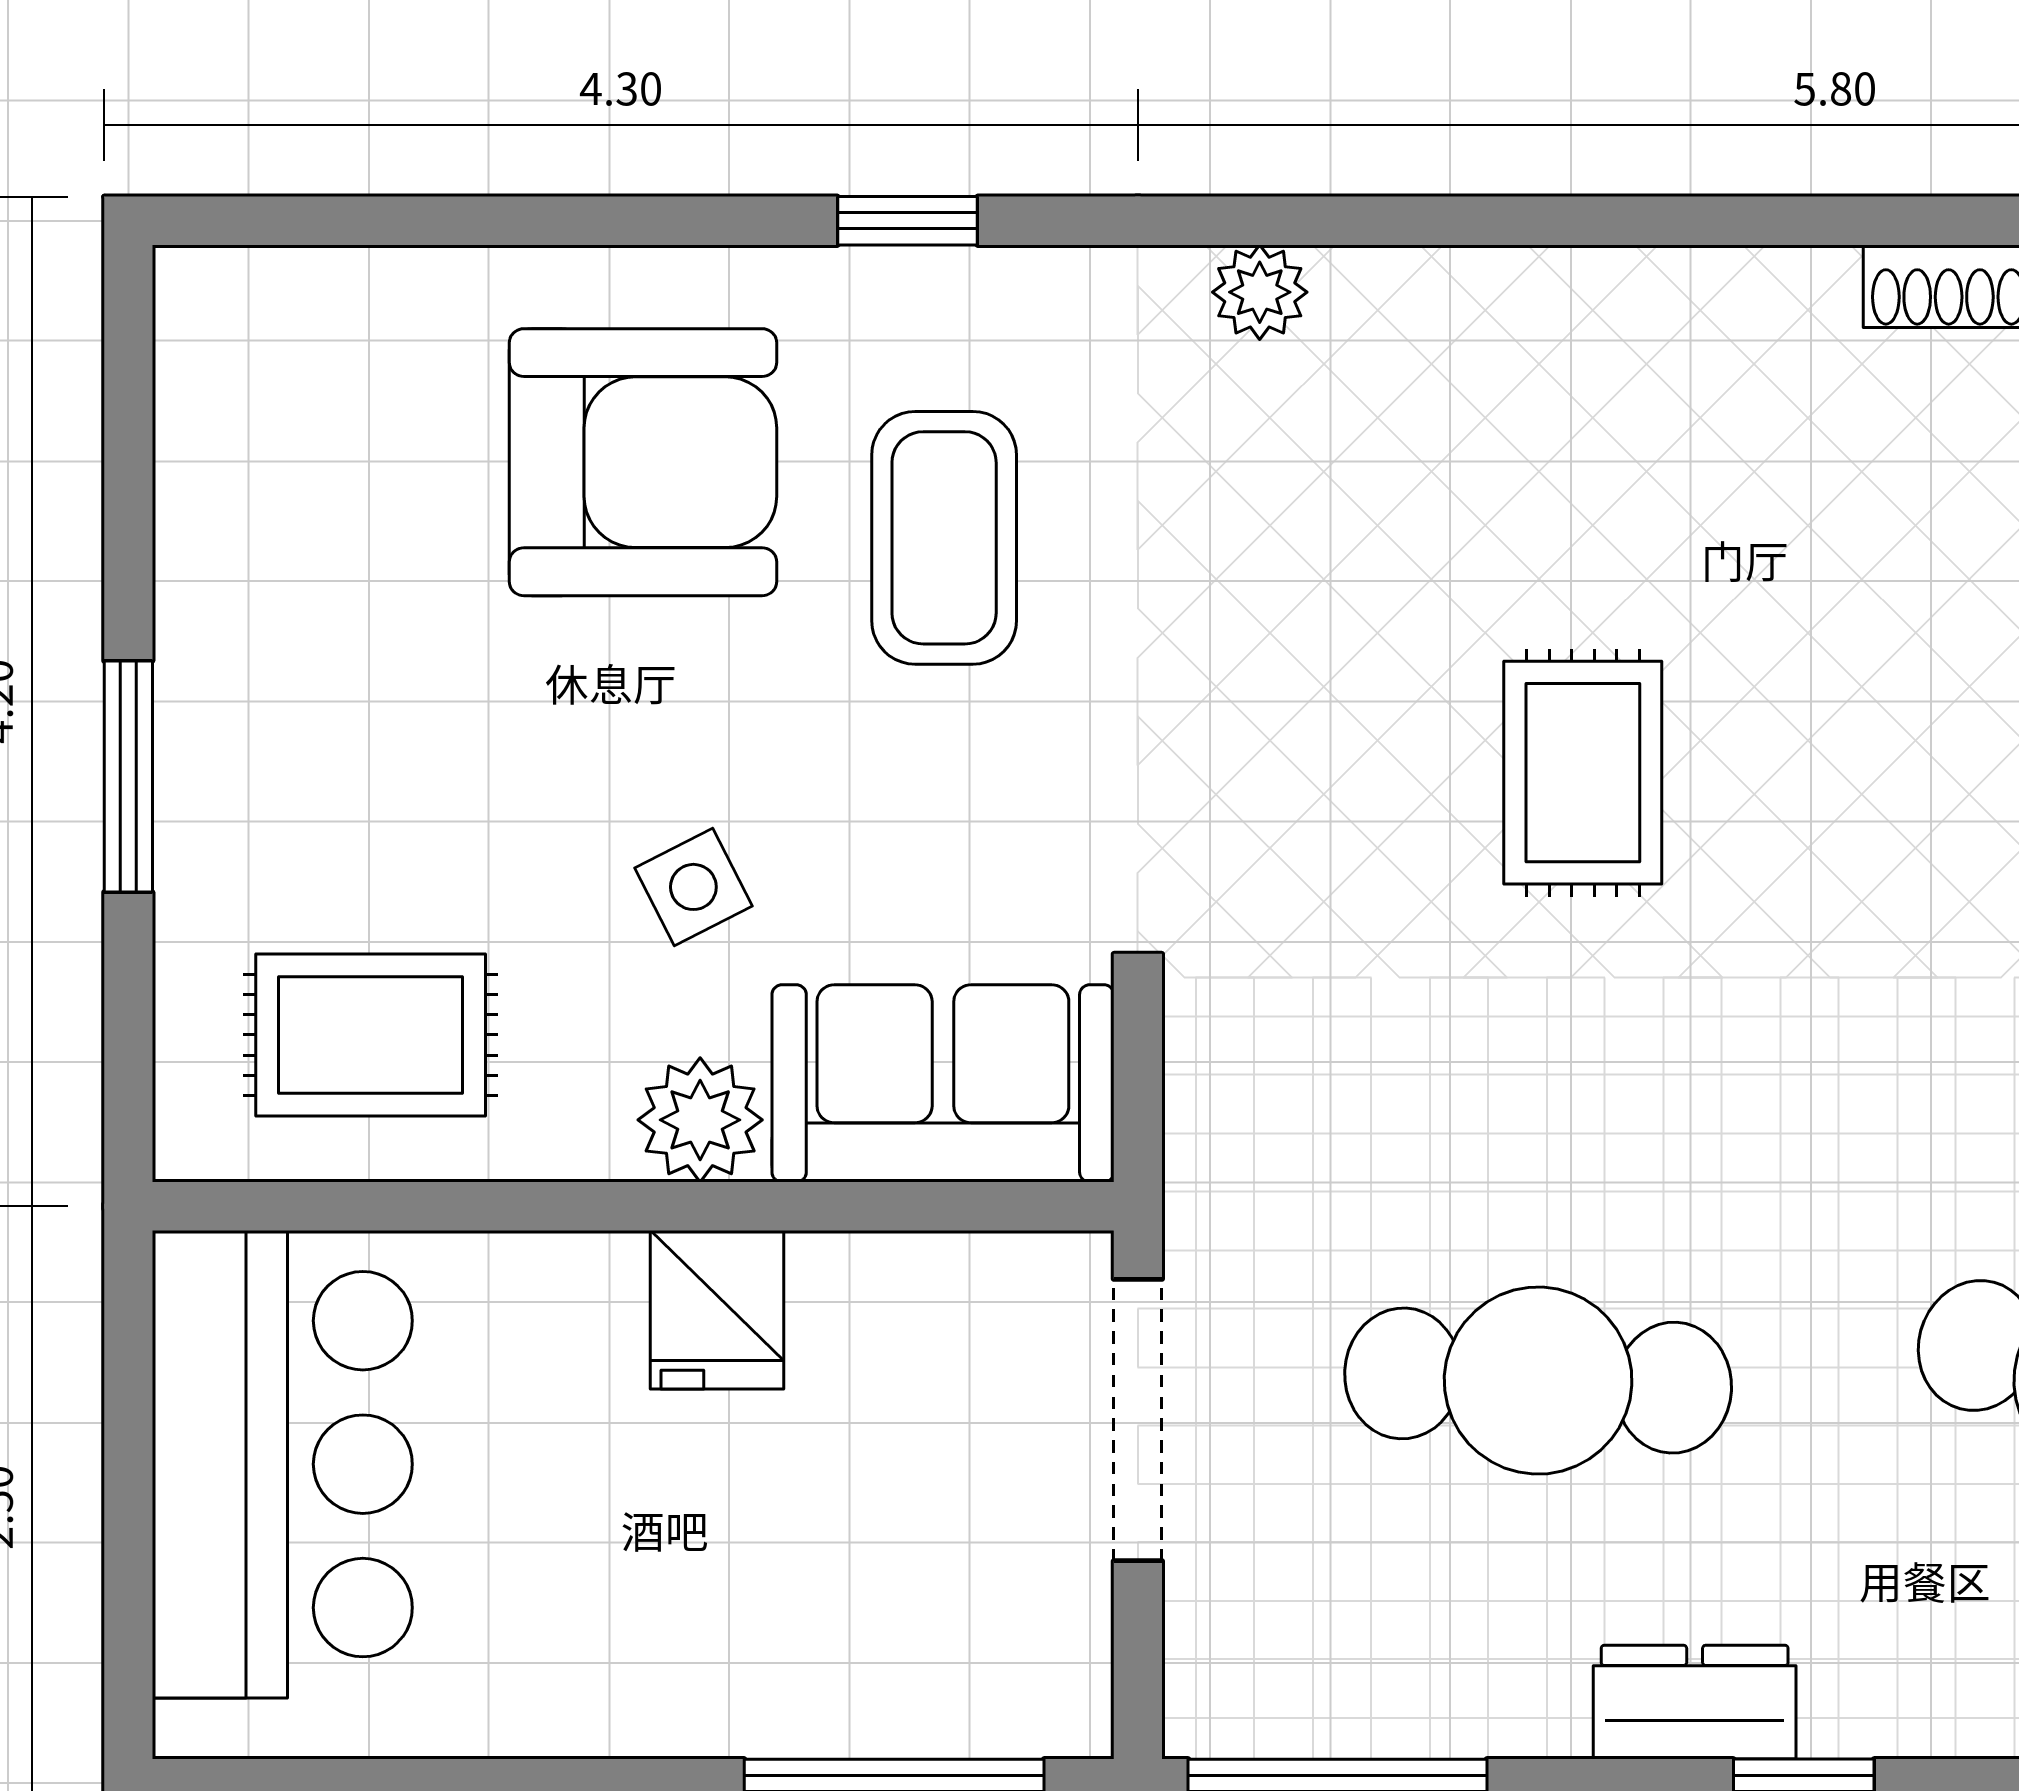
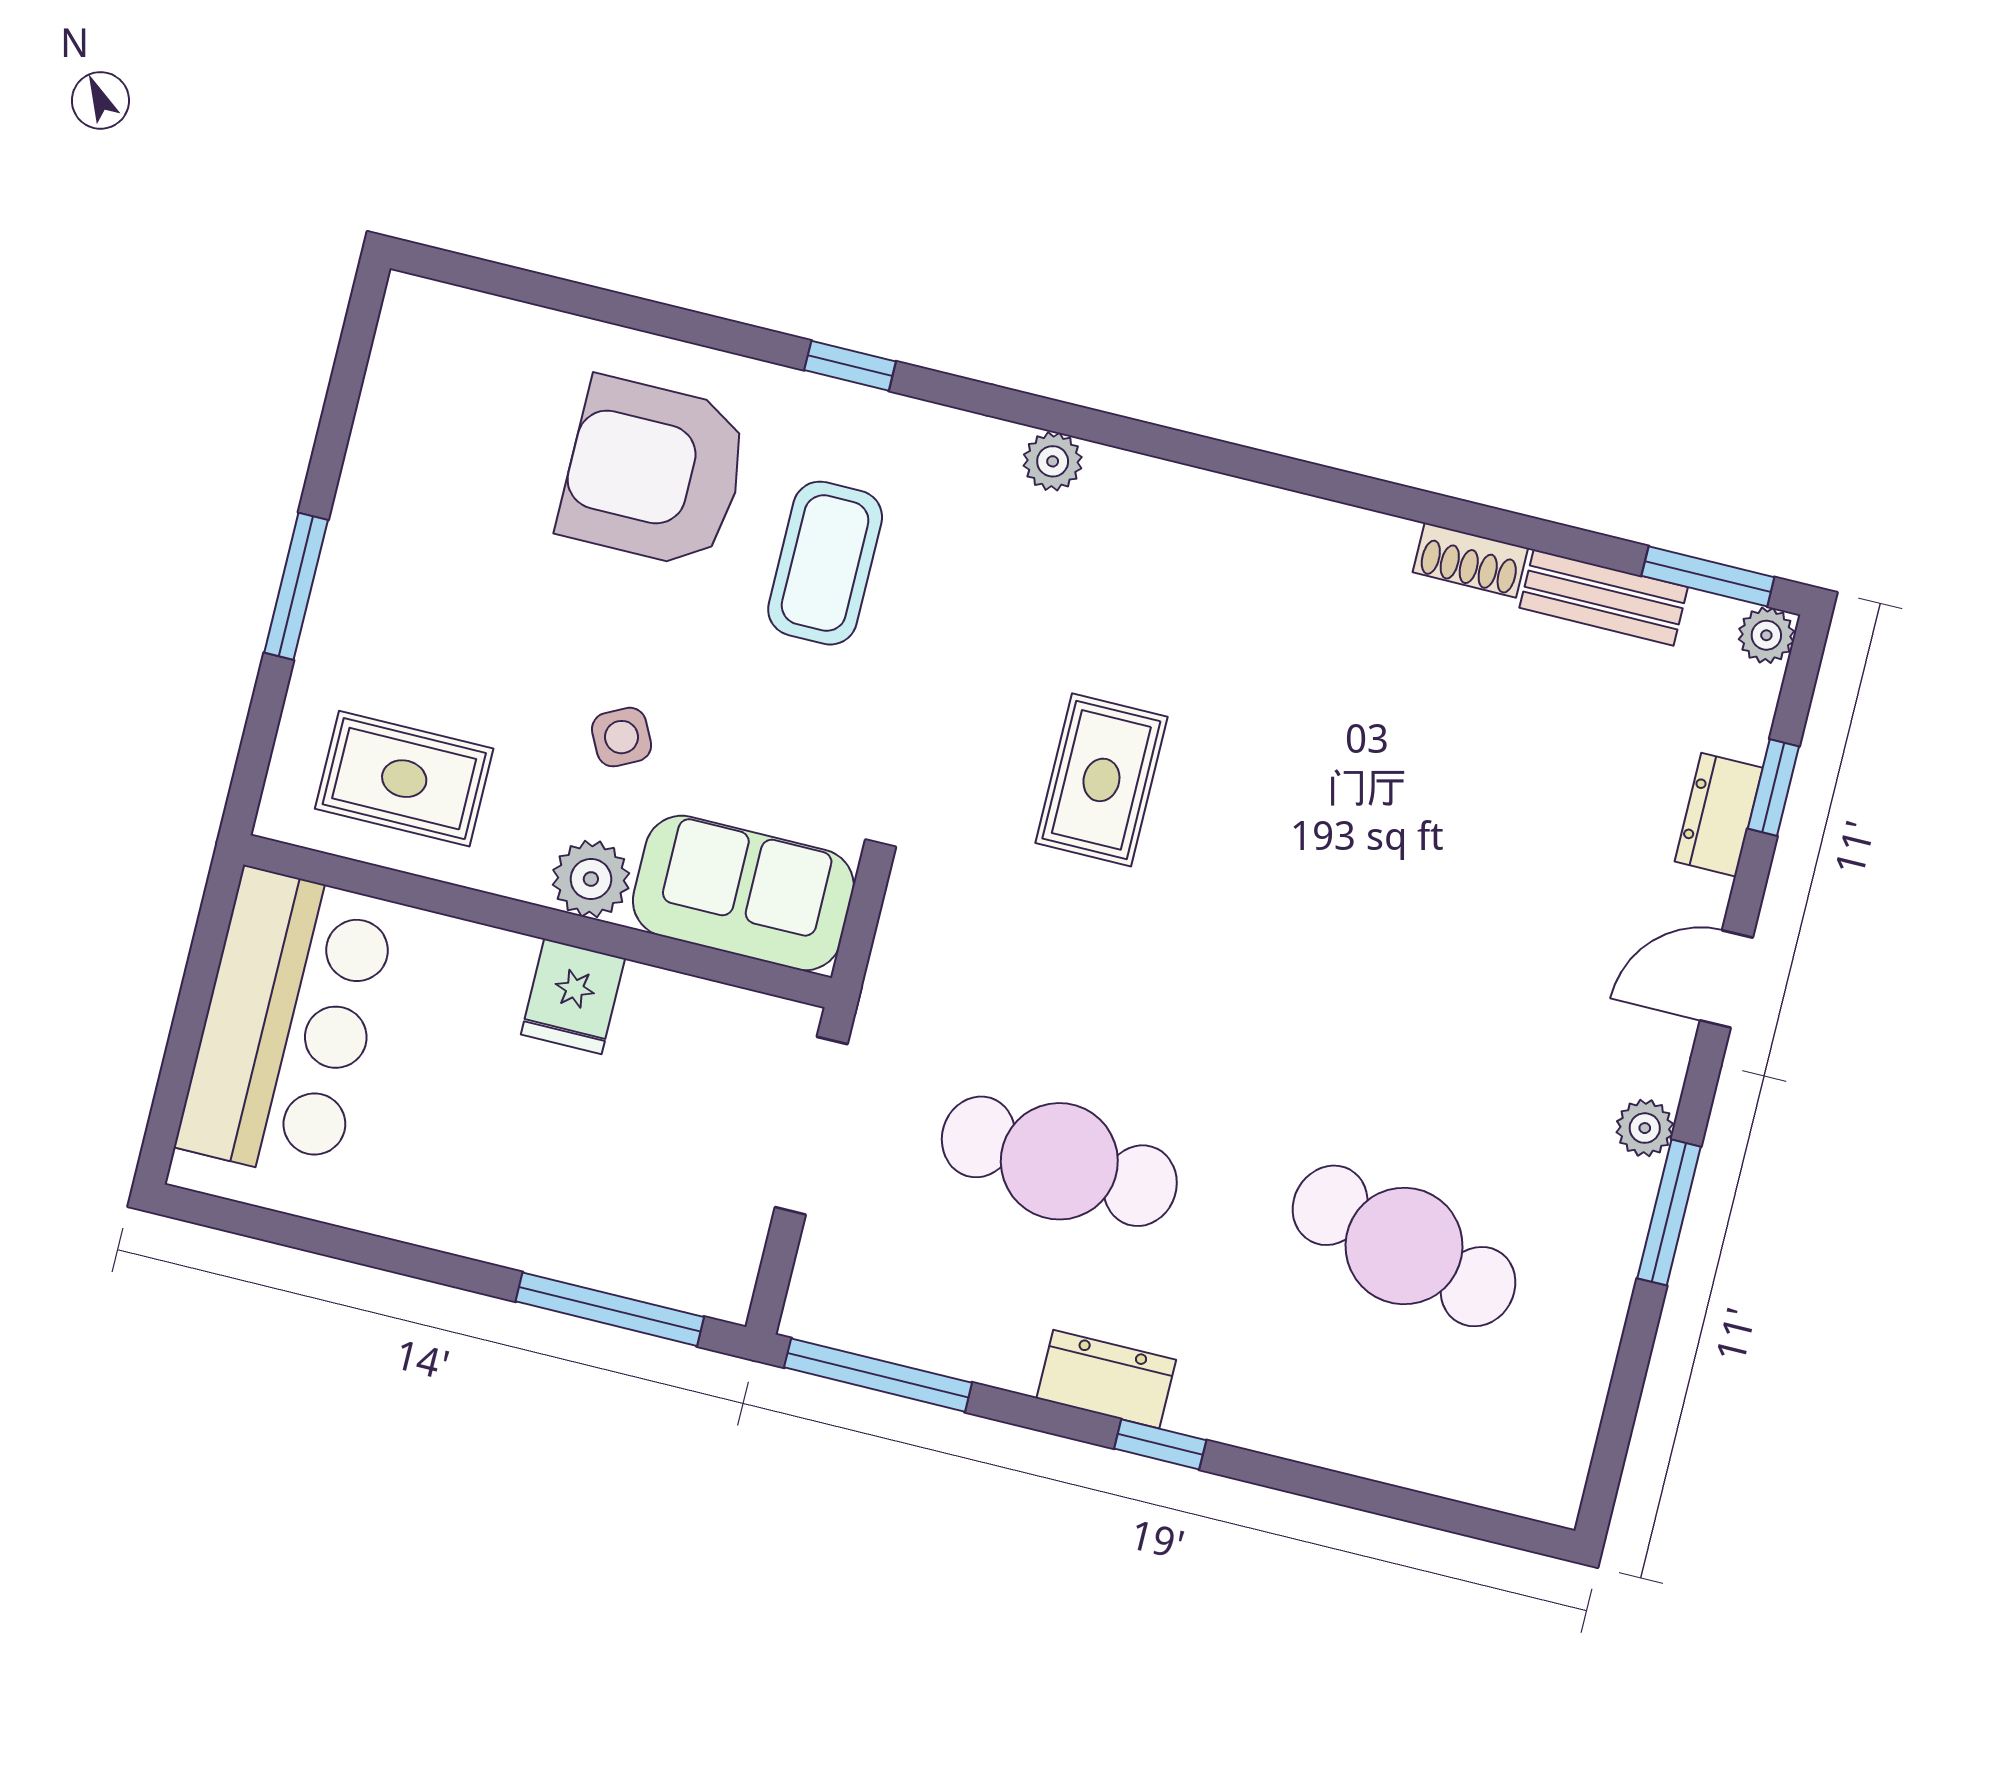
armchair: (643, 462) -> (654, 473), turned 180
rug: (1583, 773) -> (1101, 780), moved

